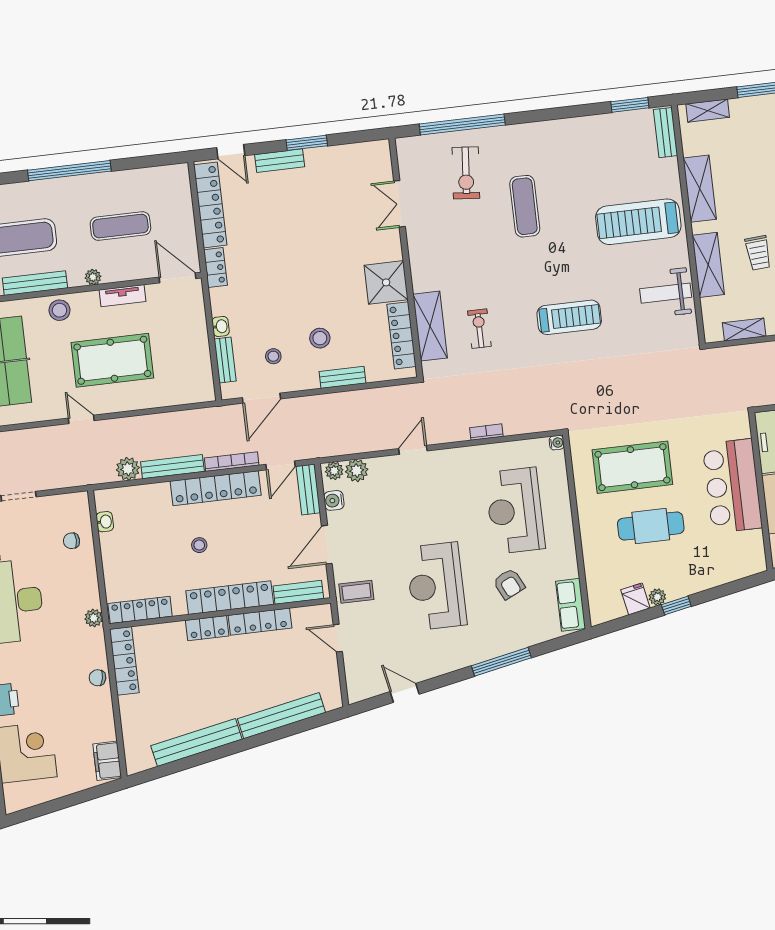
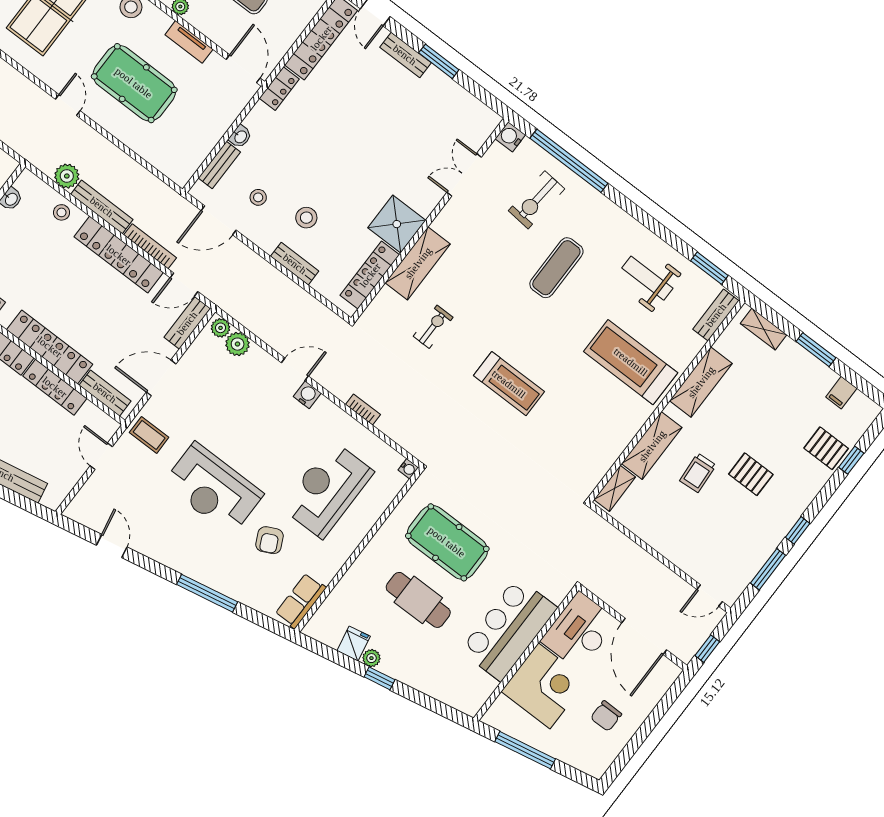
water cooler: (406, 147) -> (510, 137), added
weight bench: (666, 293) -> (647, 278), moved
shelving: (430, 326) -> (418, 263), moved
shelving: (744, 329) -> (615, 488), moved, turned 90
water cooler: (334, 500) -> (307, 395), moved, turned 90
stool: (199, 545) -> (62, 212), moved
reception desk: (436, 586) -> (213, 489), turned -90

